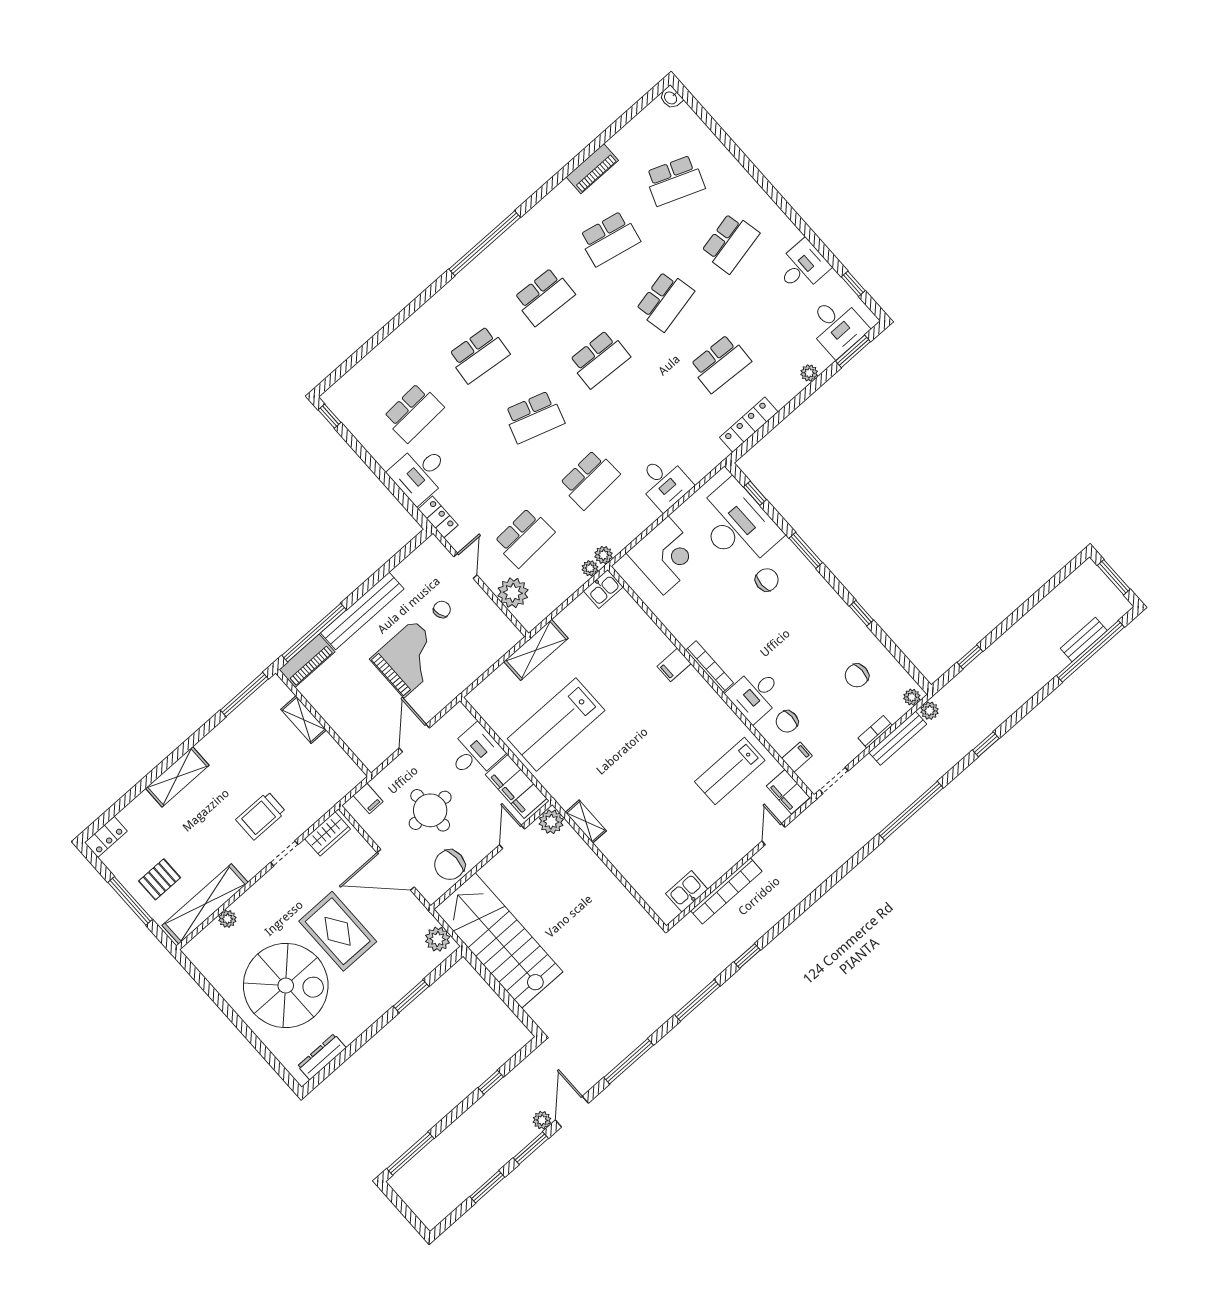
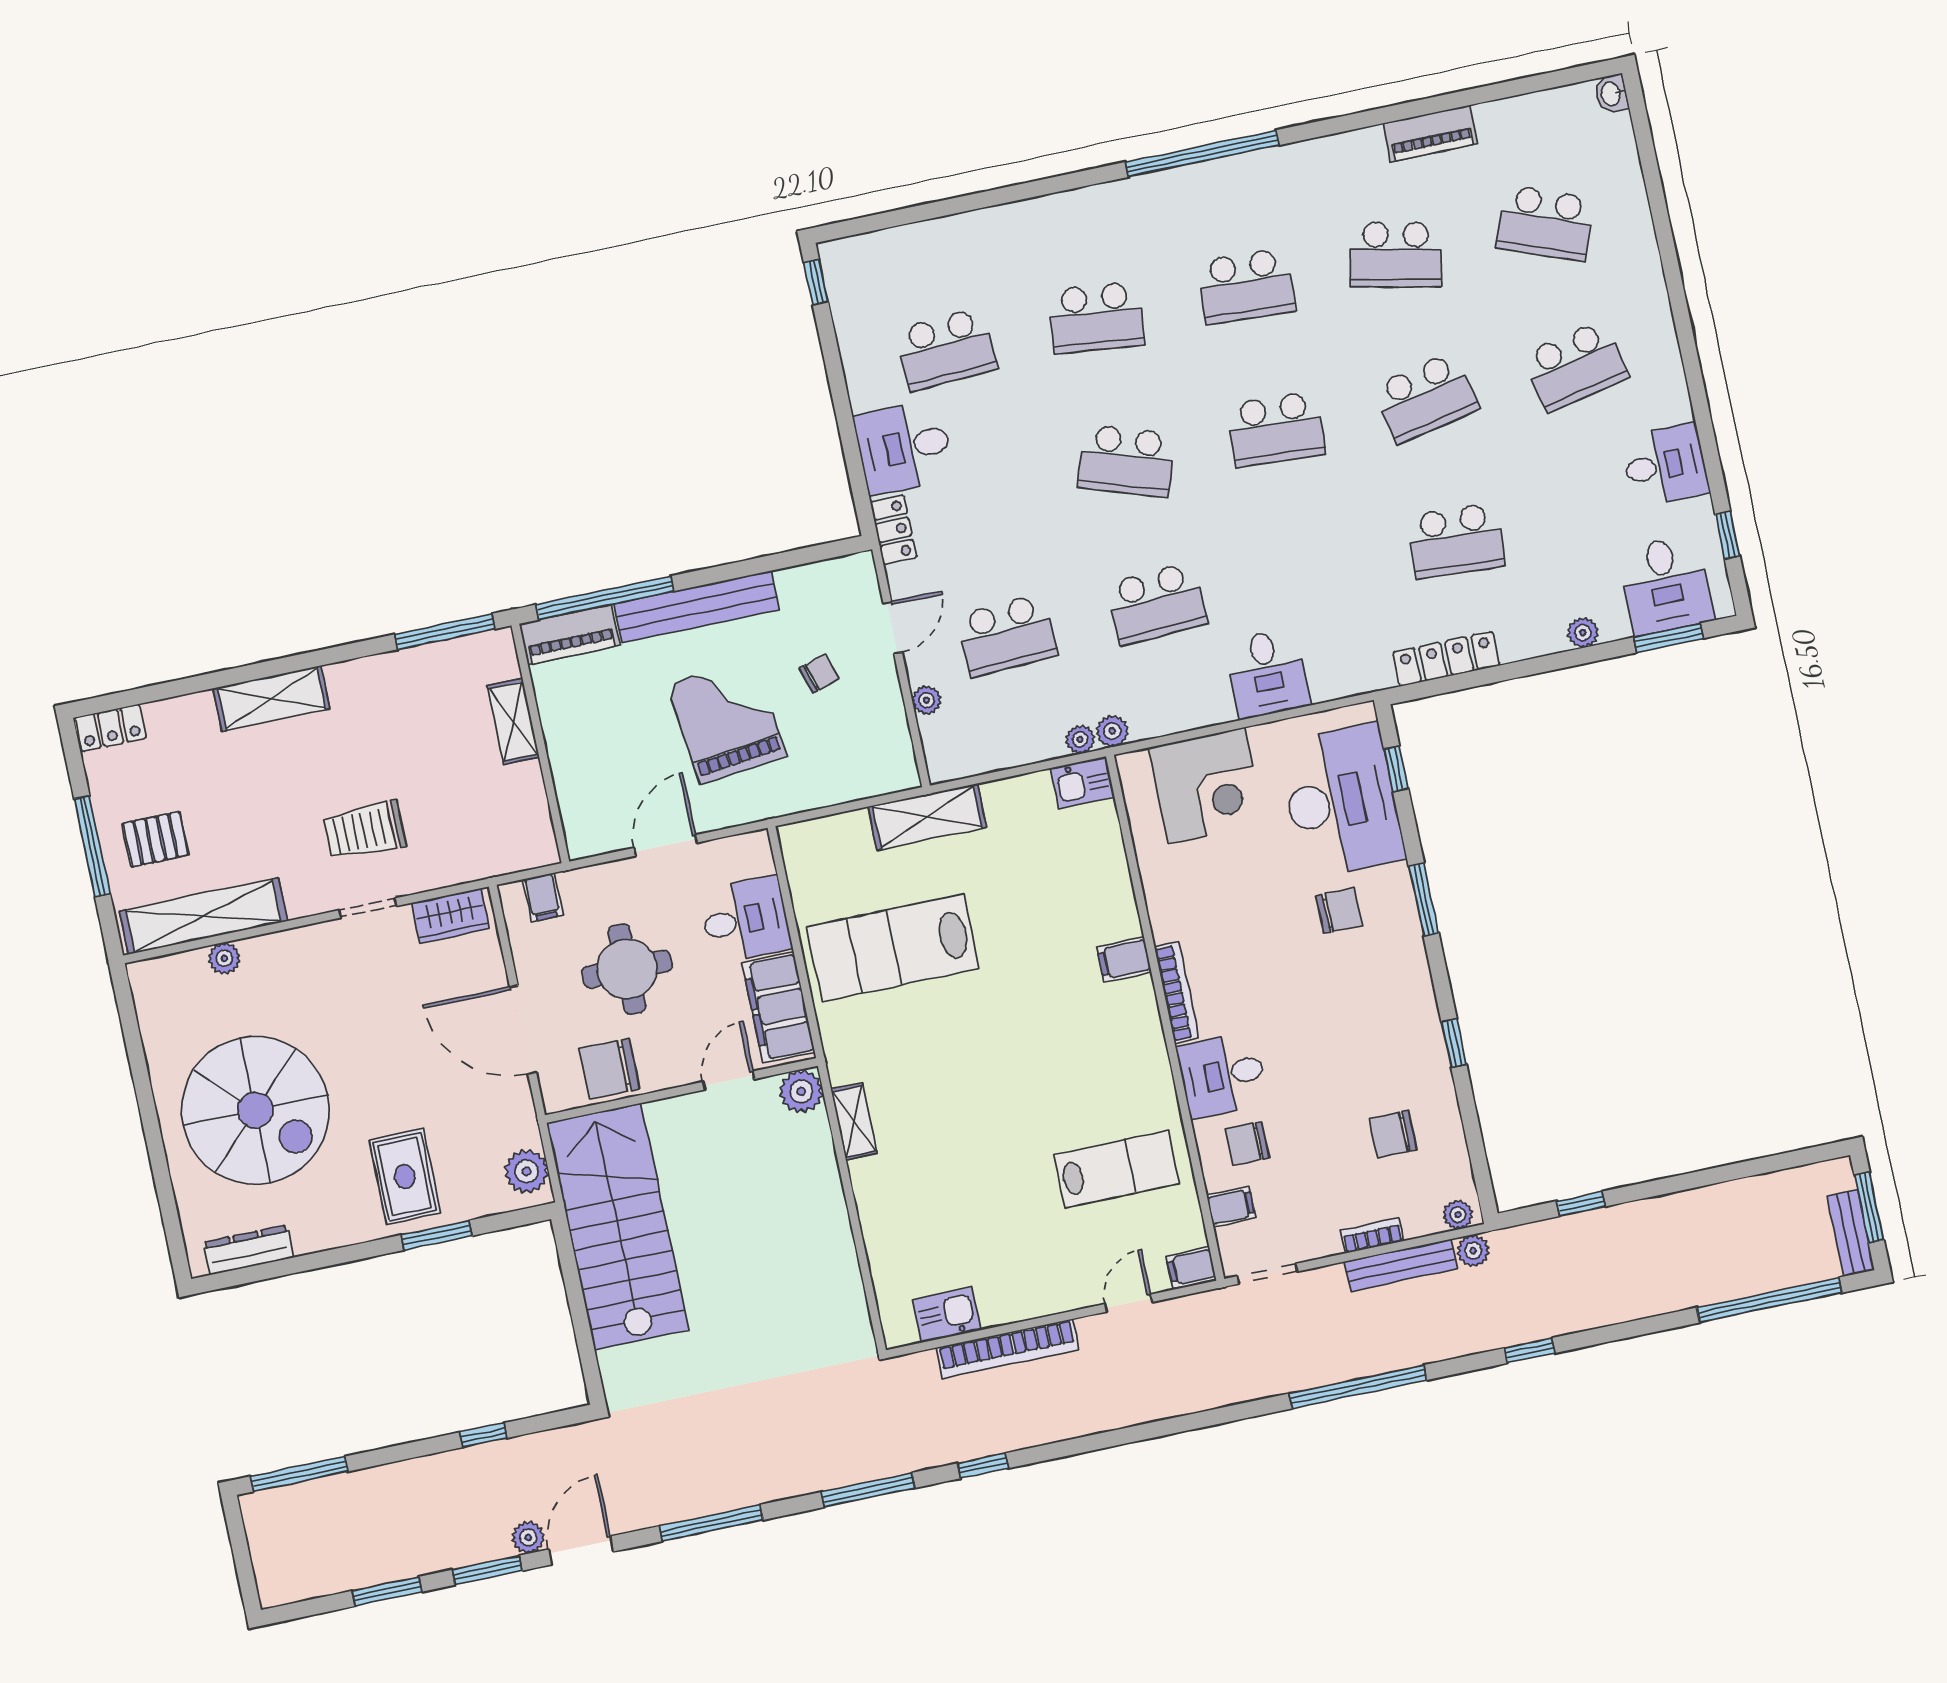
plant: (513, 593) -> (927, 700), width x0.53, depth x0.53
bench: (1084, 639) -> (1851, 1233), moved, turned 90
grand piano: (409, 659) -> (727, 720), turned -97
lab bench: (730, 771) -> (1117, 1169), turned 180
filing cabinet: (788, 792) -> (1191, 1267), width x0.50
rug: (338, 931) -> (405, 1177), moved, width x0.73, depth x0.70

